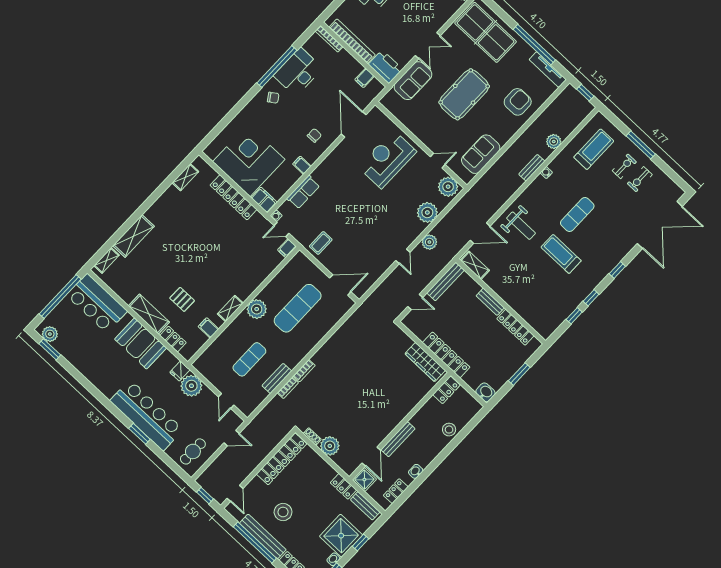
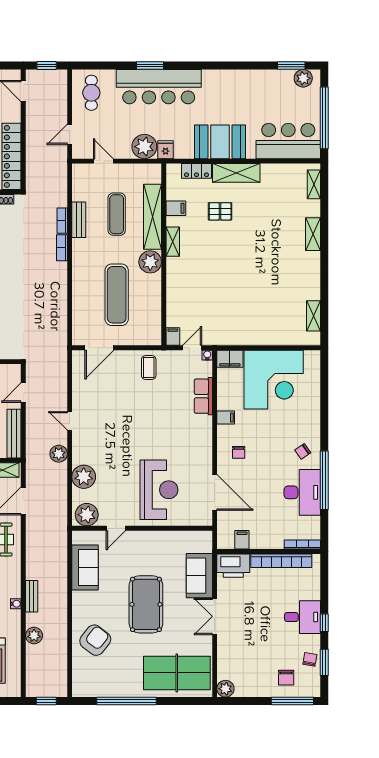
tv unit: (548, 70) -> (96, 691), removed
armchair: (518, 102) -> (95, 640), turned -142
locker: (234, 197) -> (257, 337), removed
shelving: (133, 236) -> (313, 234), width x0.67, depth x0.75
shelving: (228, 336) -> (152, 217), added

